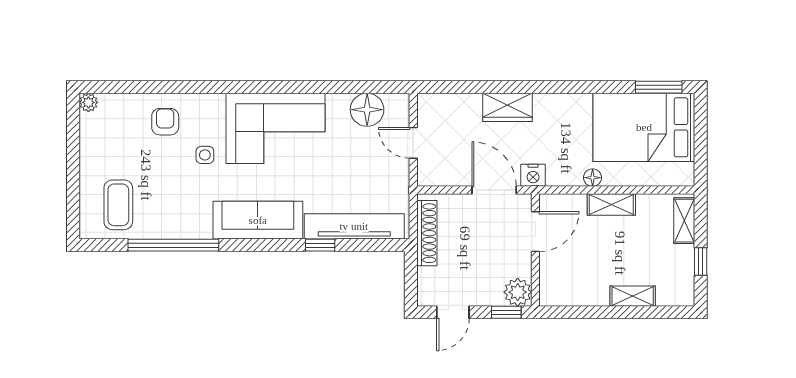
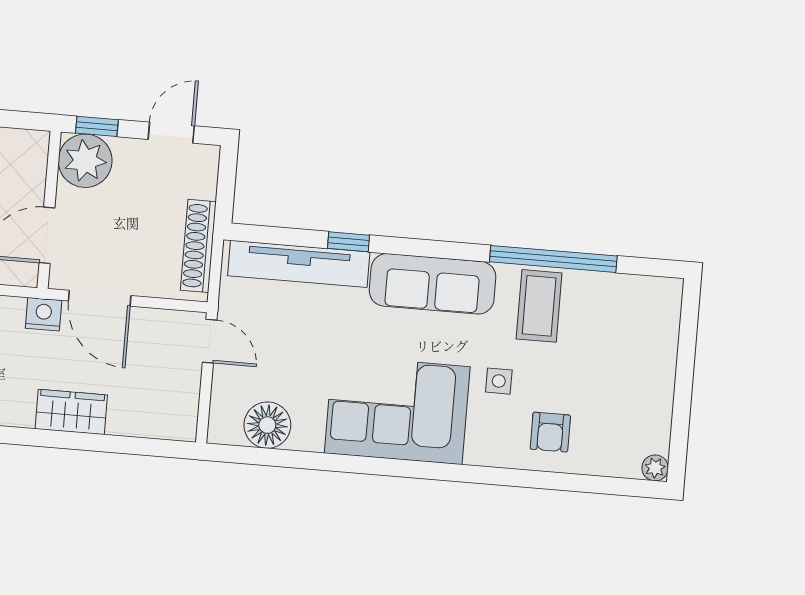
door: (413, 143) -> (210, 341), moved
coffee table: (118, 205) -> (539, 306), moved
plant: (518, 292) -> (85, 161), width x1.36, depth x1.36

